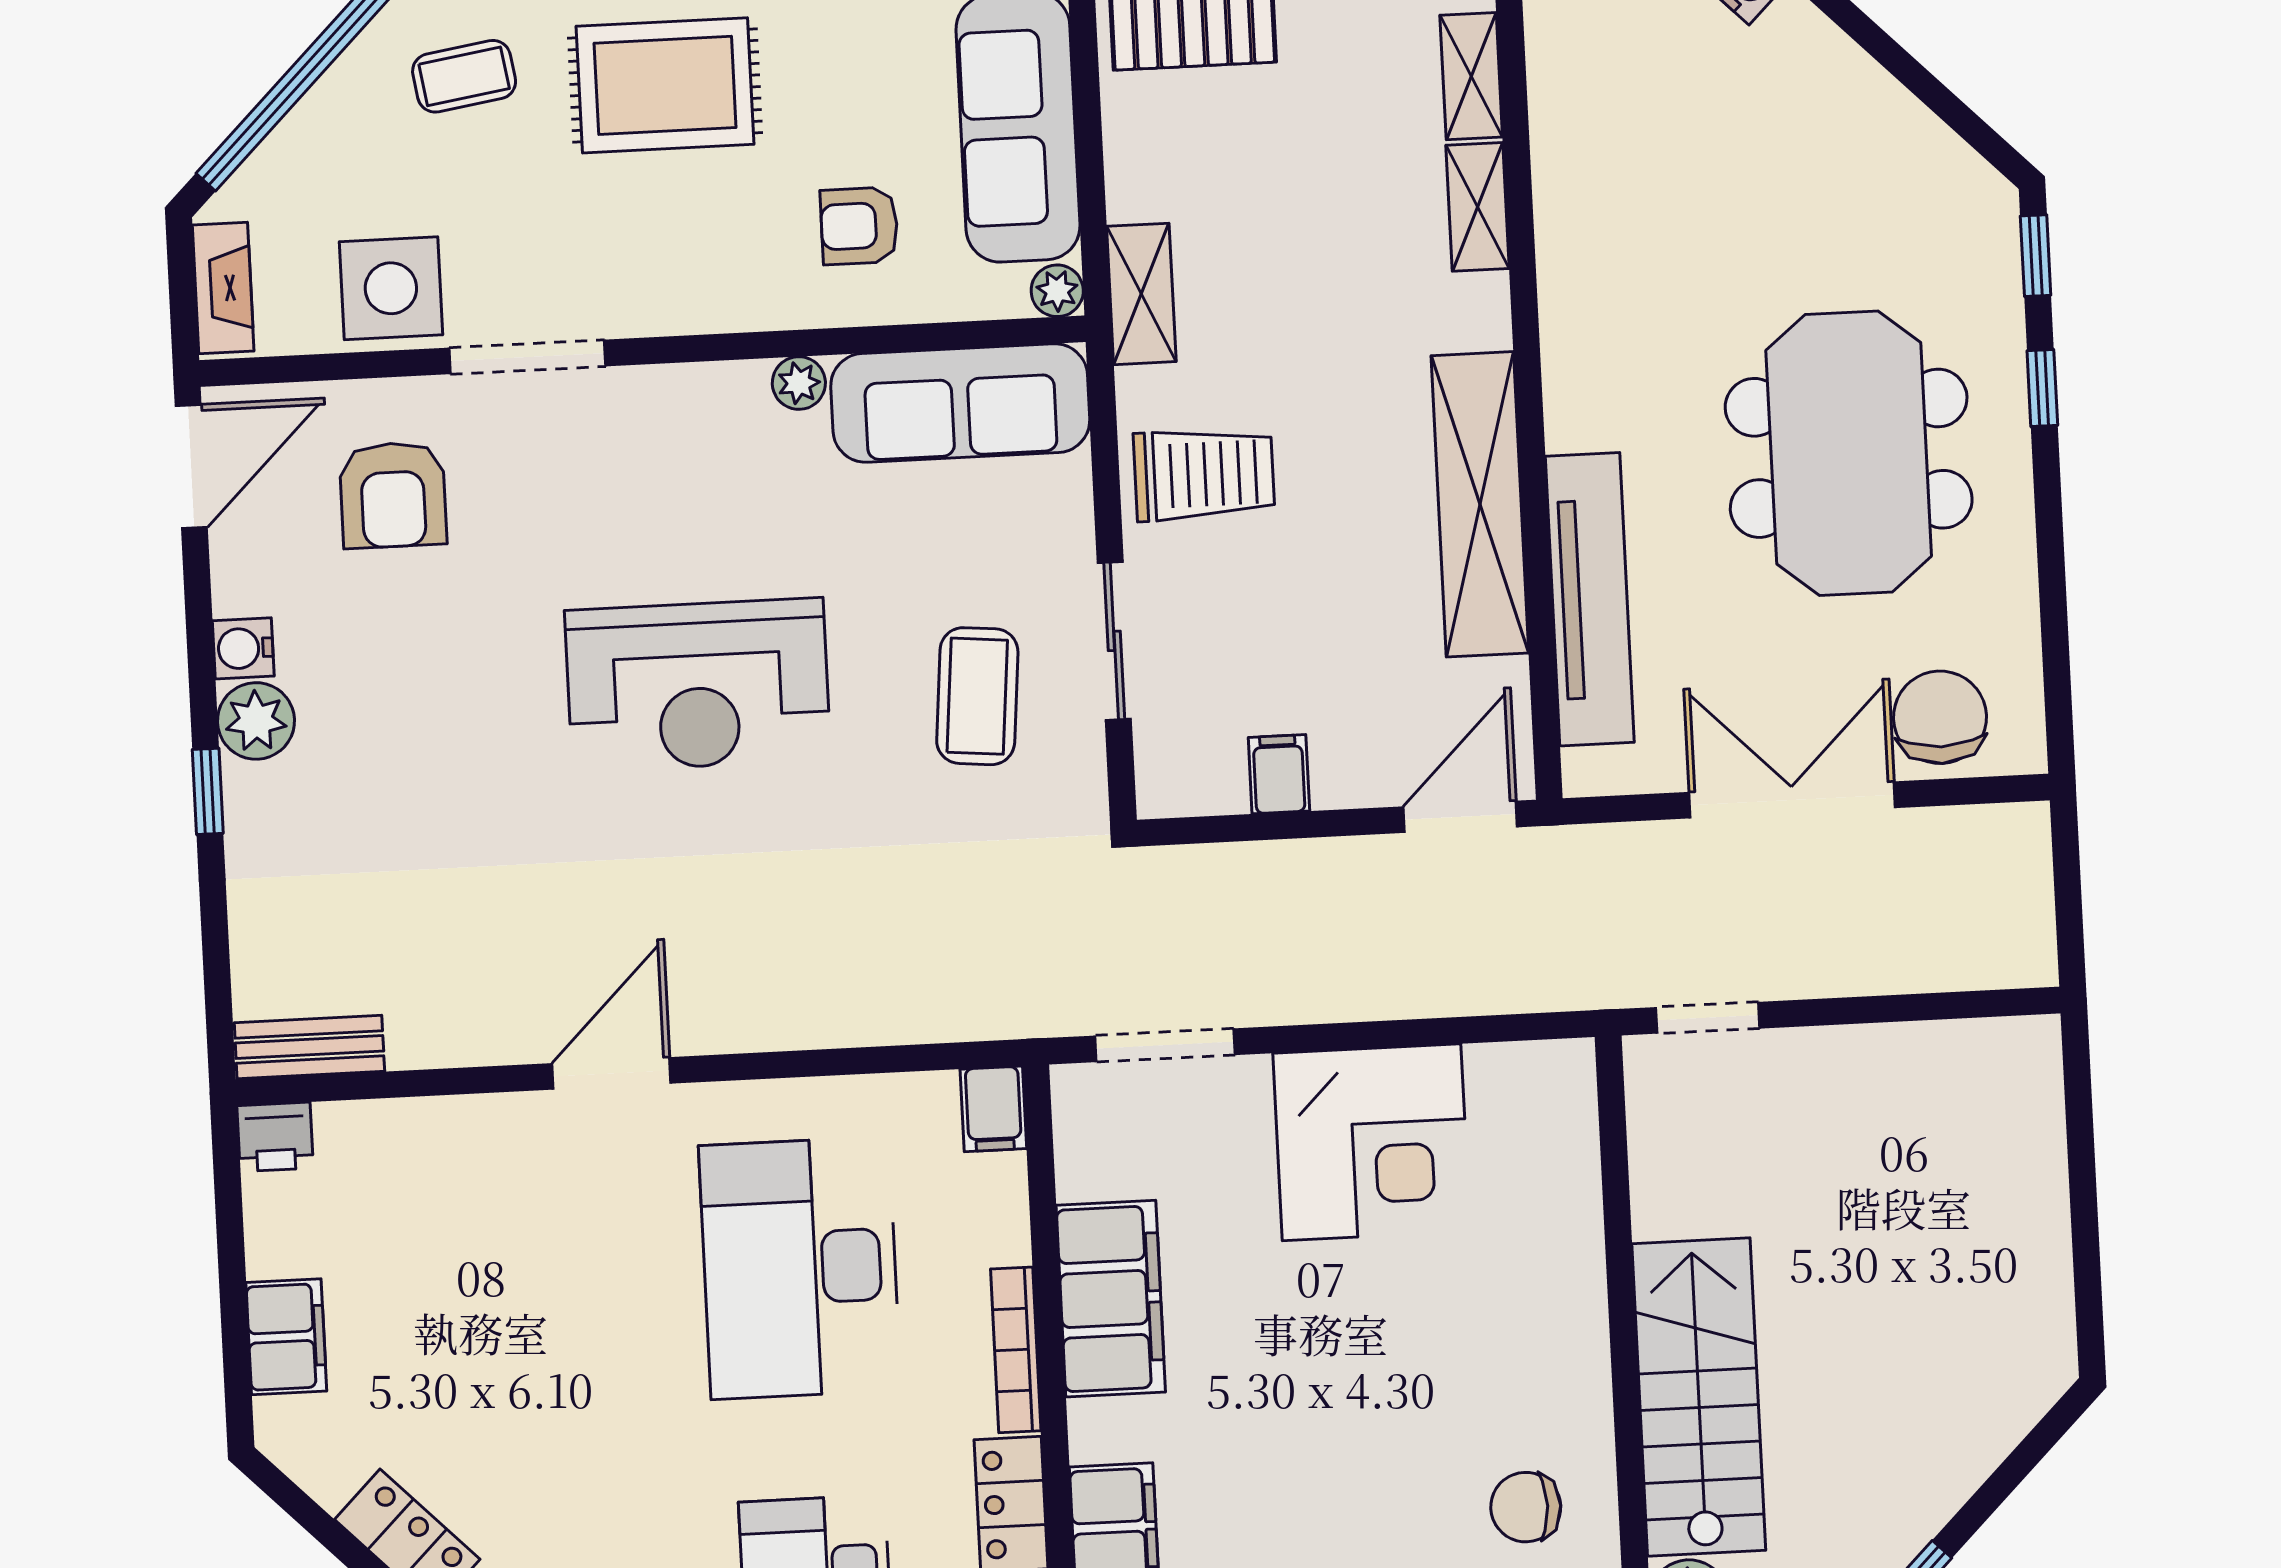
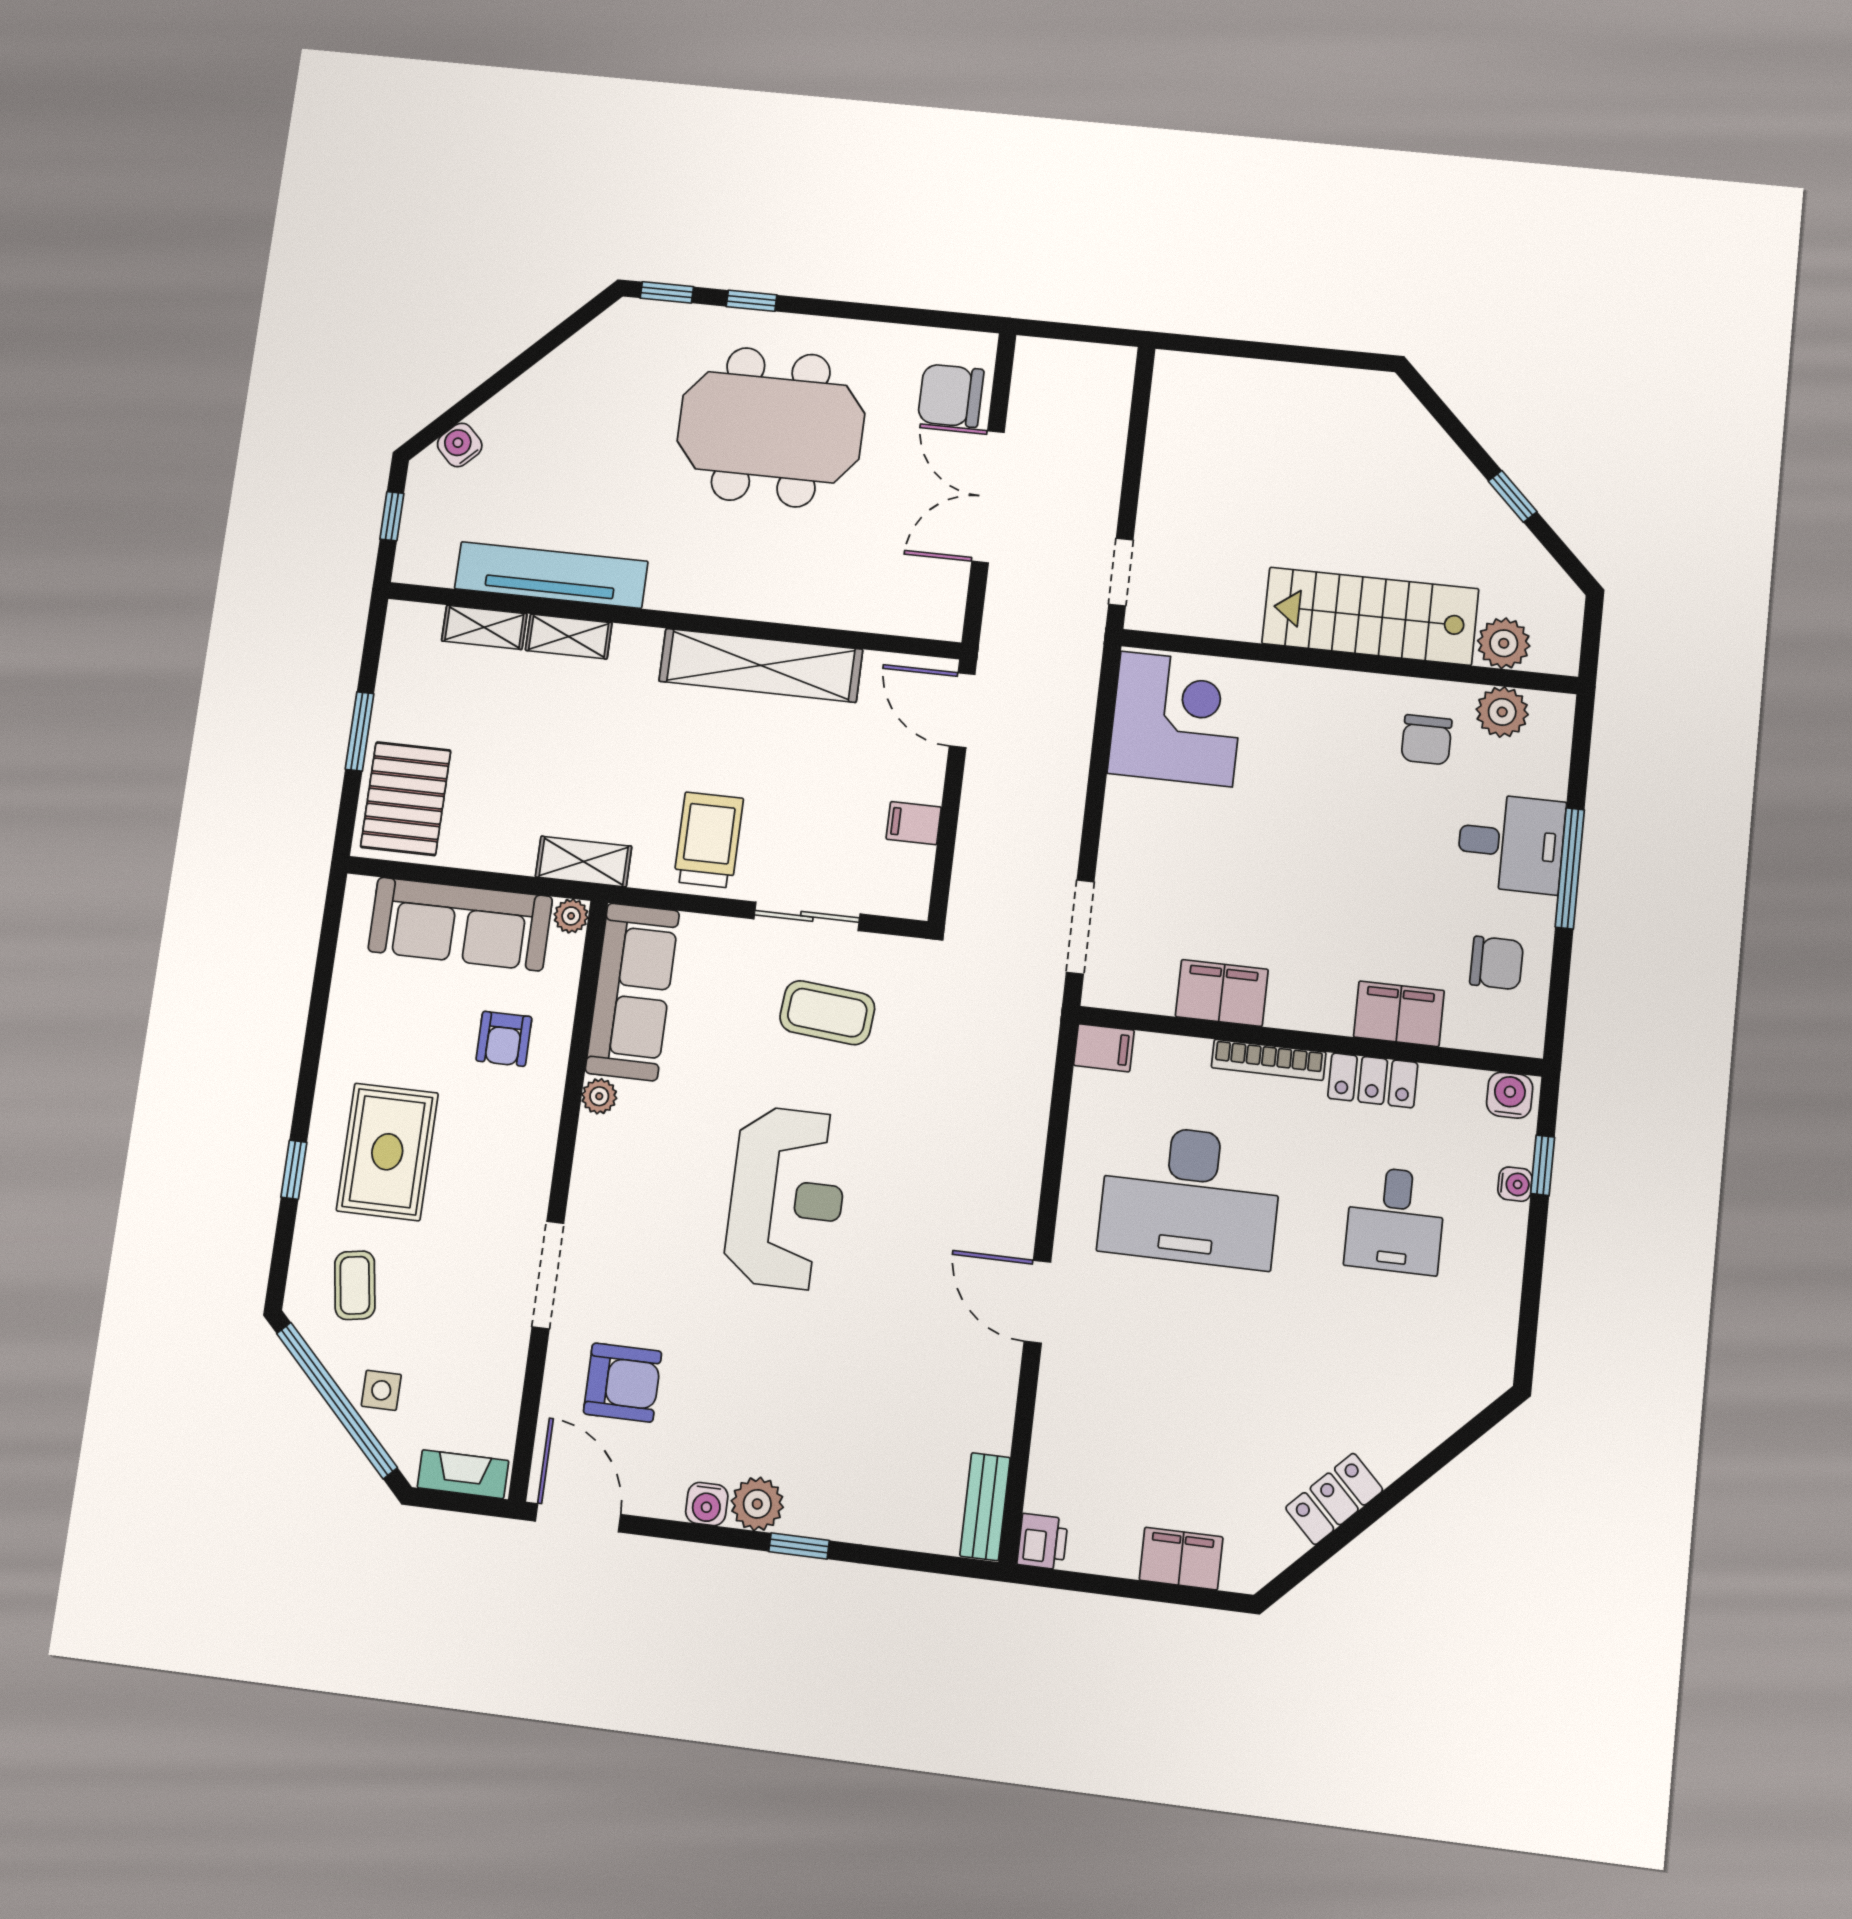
side table: (391, 288) -> (381, 1390), moved, width x0.54, depth x0.54
tv unit: (1590, 599) -> (551, 575), moved
corner desk: (1372, 1142) -> (1176, 719), moved
filing cabinet: (1111, 1299) -> (1222, 993), width x0.67, depth x0.86

